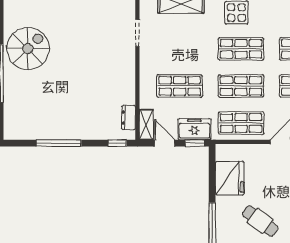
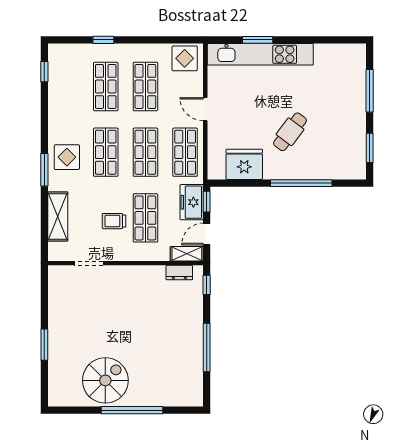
spiral stairs: (28, 49) -> (105, 380), turned 90
trolley: (177, 57) -> (114, 221), added

